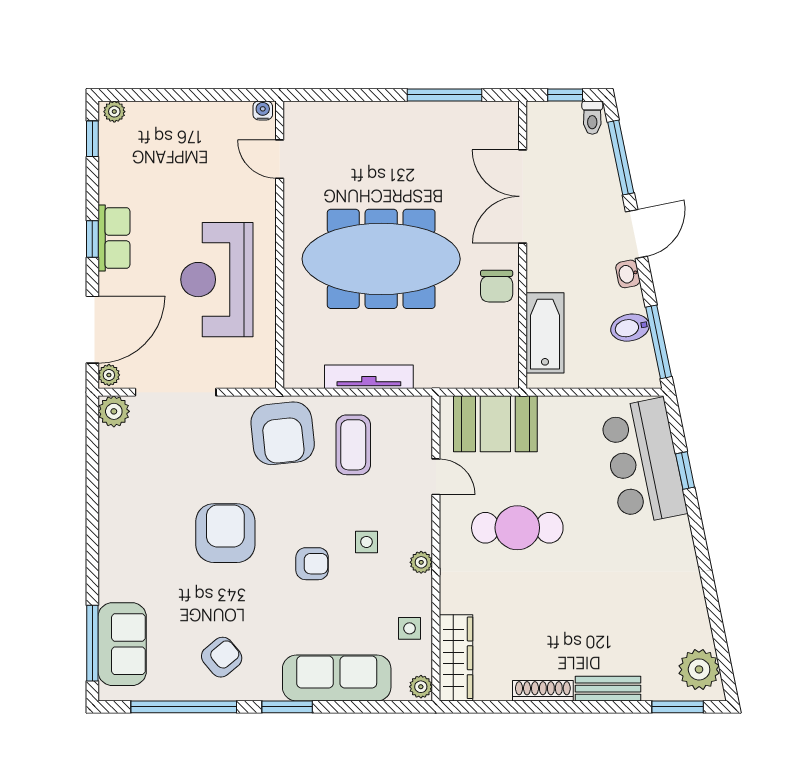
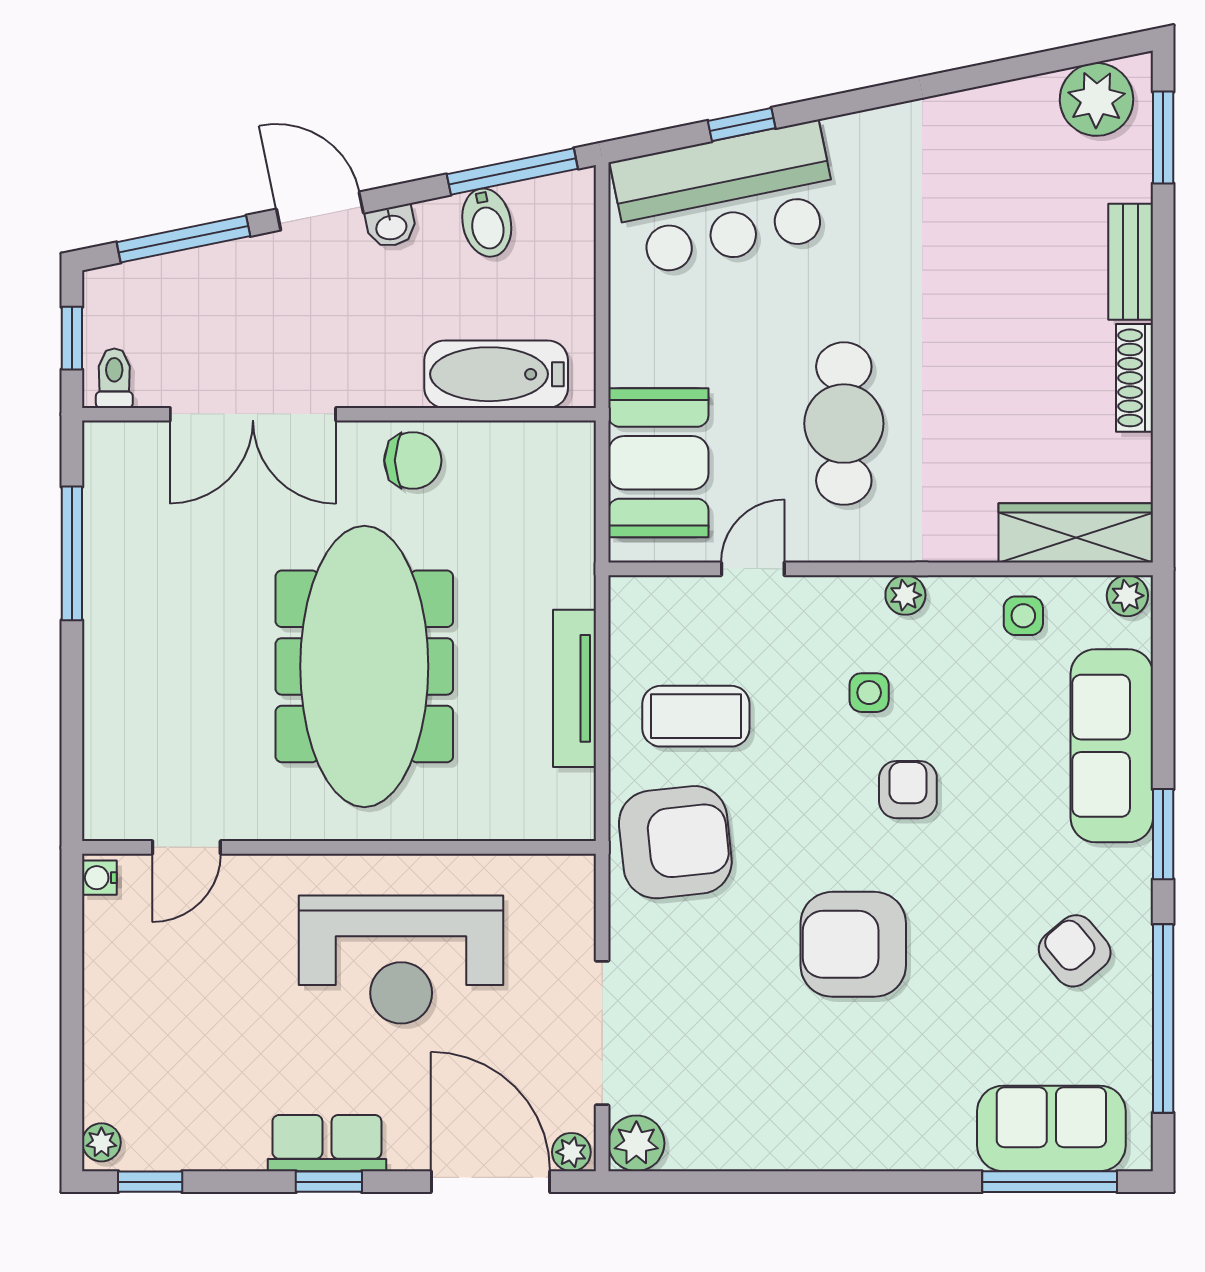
toilet: (592, 118) -> (114, 378), moved, turned -90

